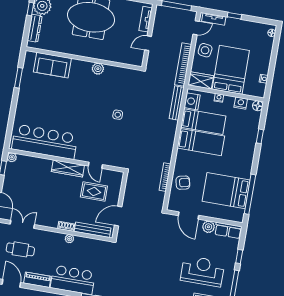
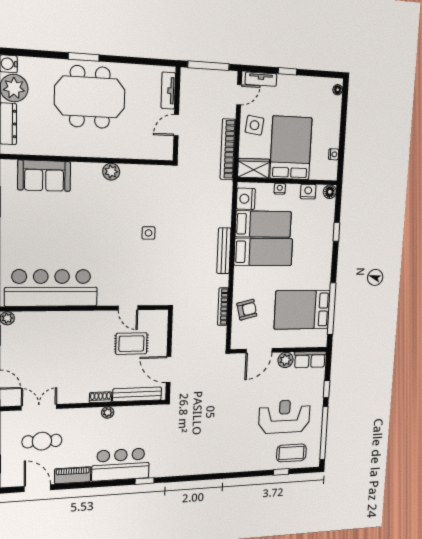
bench: (177, 103) -> (224, 251), moved
wardrobe: (68, 168) -> (91, 319), removed
door: (118, 216) -> (169, 370), hinge flipped
door: (189, 216) -> (259, 351), hinge flipped

